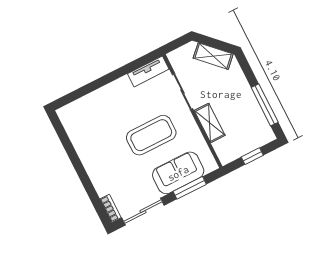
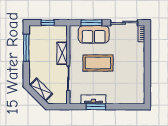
window: (123, 71) -> (96, 107), added
tv unit: (148, 71) -> (93, 99), moved

